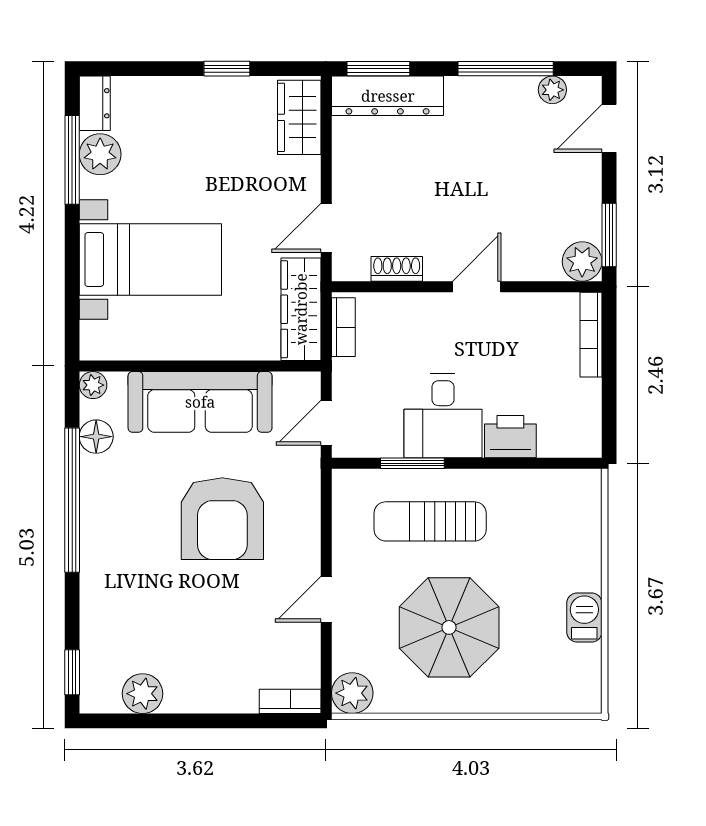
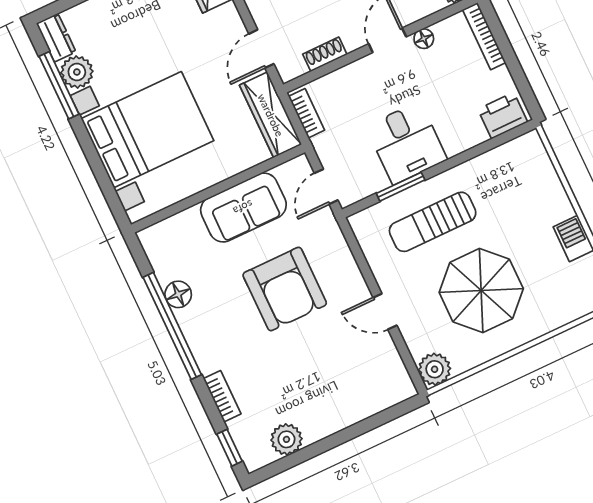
bed with nightstands: (150, 259) -> (147, 130), width x1.36
floor lamp: (520, 305) -> (424, 39), added
plant: (93, 385) -> (149, 238), removed
sofa: (200, 402) -> (243, 208), width x0.73
floor lamp: (96, 437) -> (178, 294), moved
printer: (510, 437) -> (503, 116), moved
door: (326, 599) -> (385, 312), hinge flipped
bookcase: (290, 701) -> (222, 396), moved, turned 90

